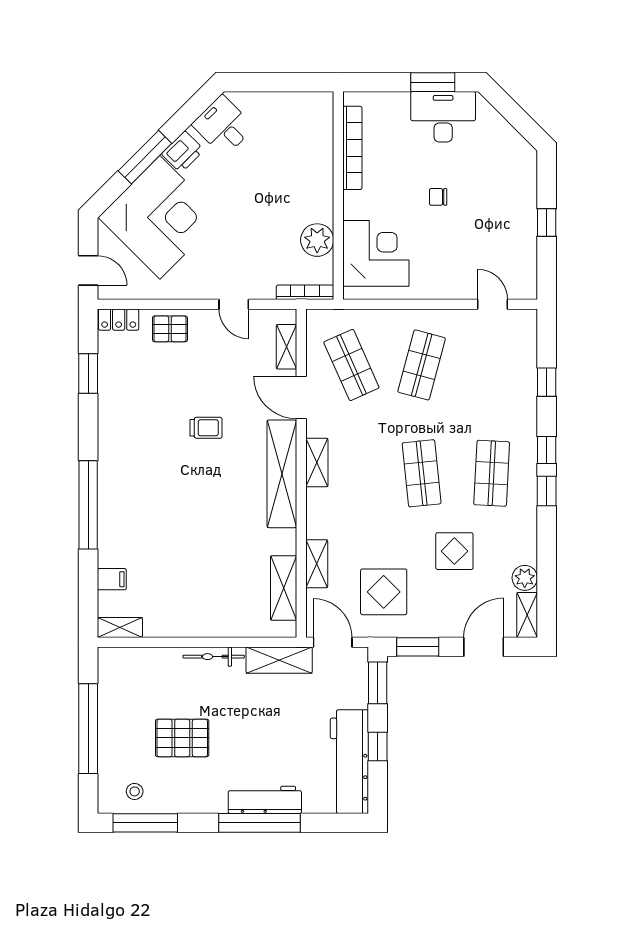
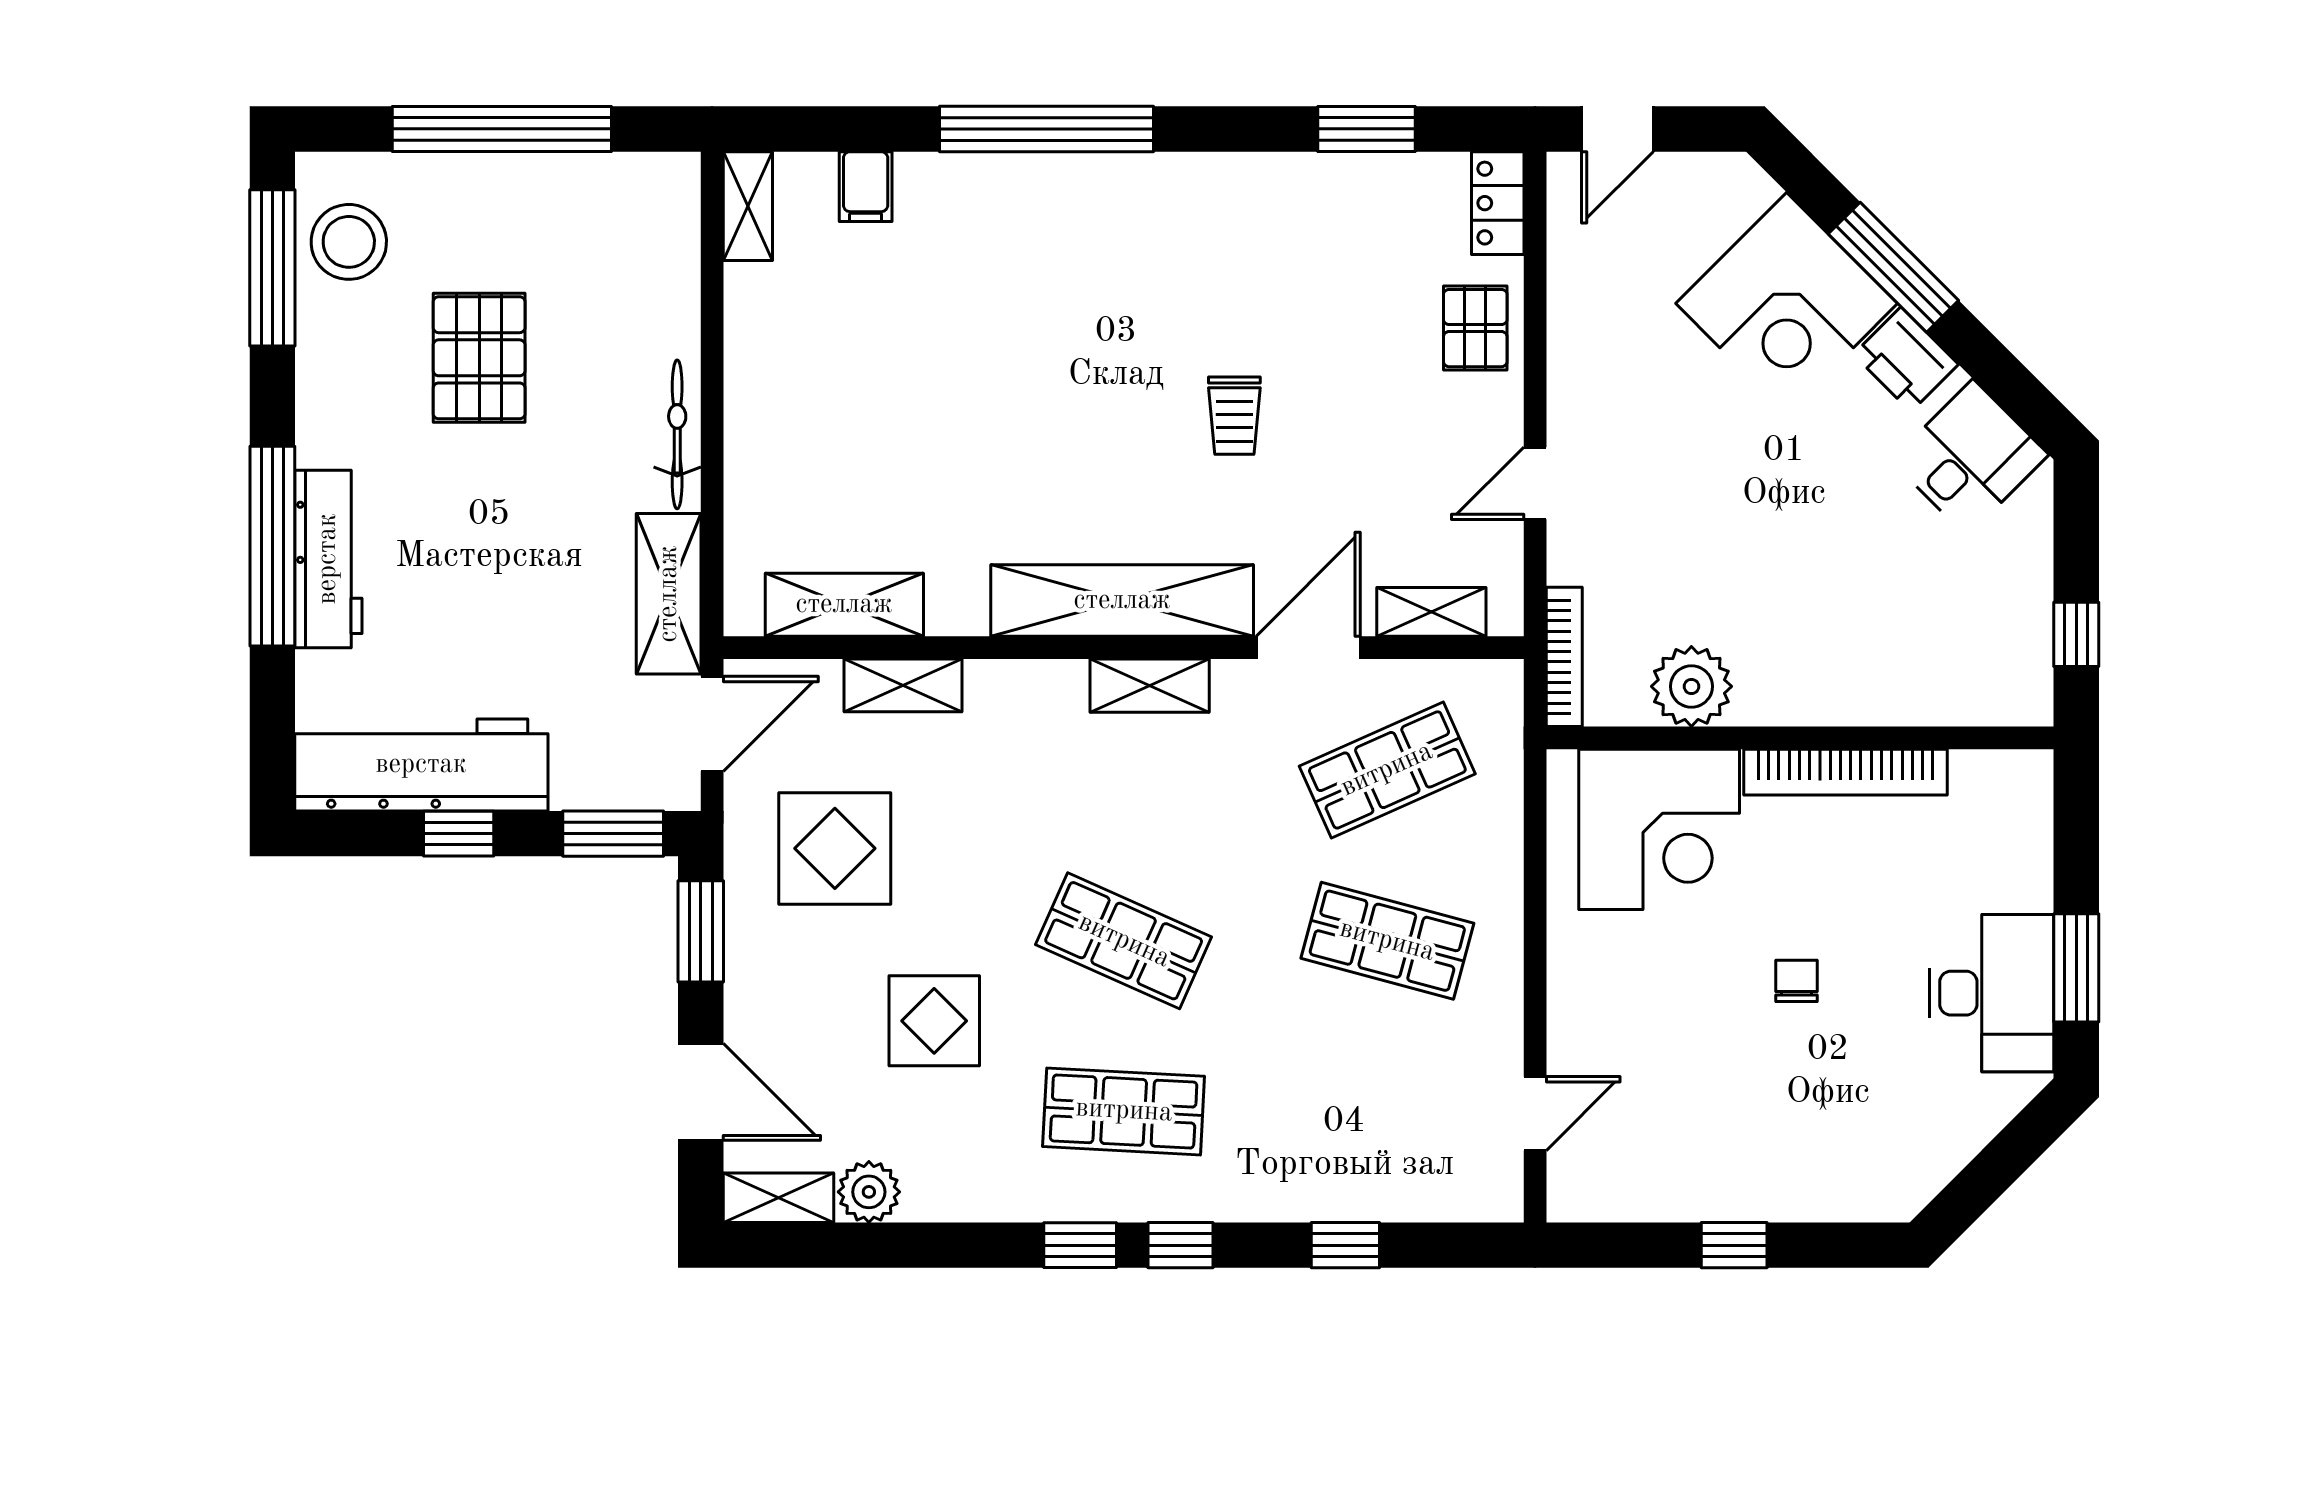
window: (296, 82) -> (2076, 634), added
bookcase: (352, 148) -> (1846, 772), moved
corner desk: (160, 217) -> (1787, 303), width x0.74, depth x0.74
shop shelf: (422, 473) -> (1124, 941), turned 30
stool: (135, 791) -> (349, 242), width x1.89, depth x1.89

